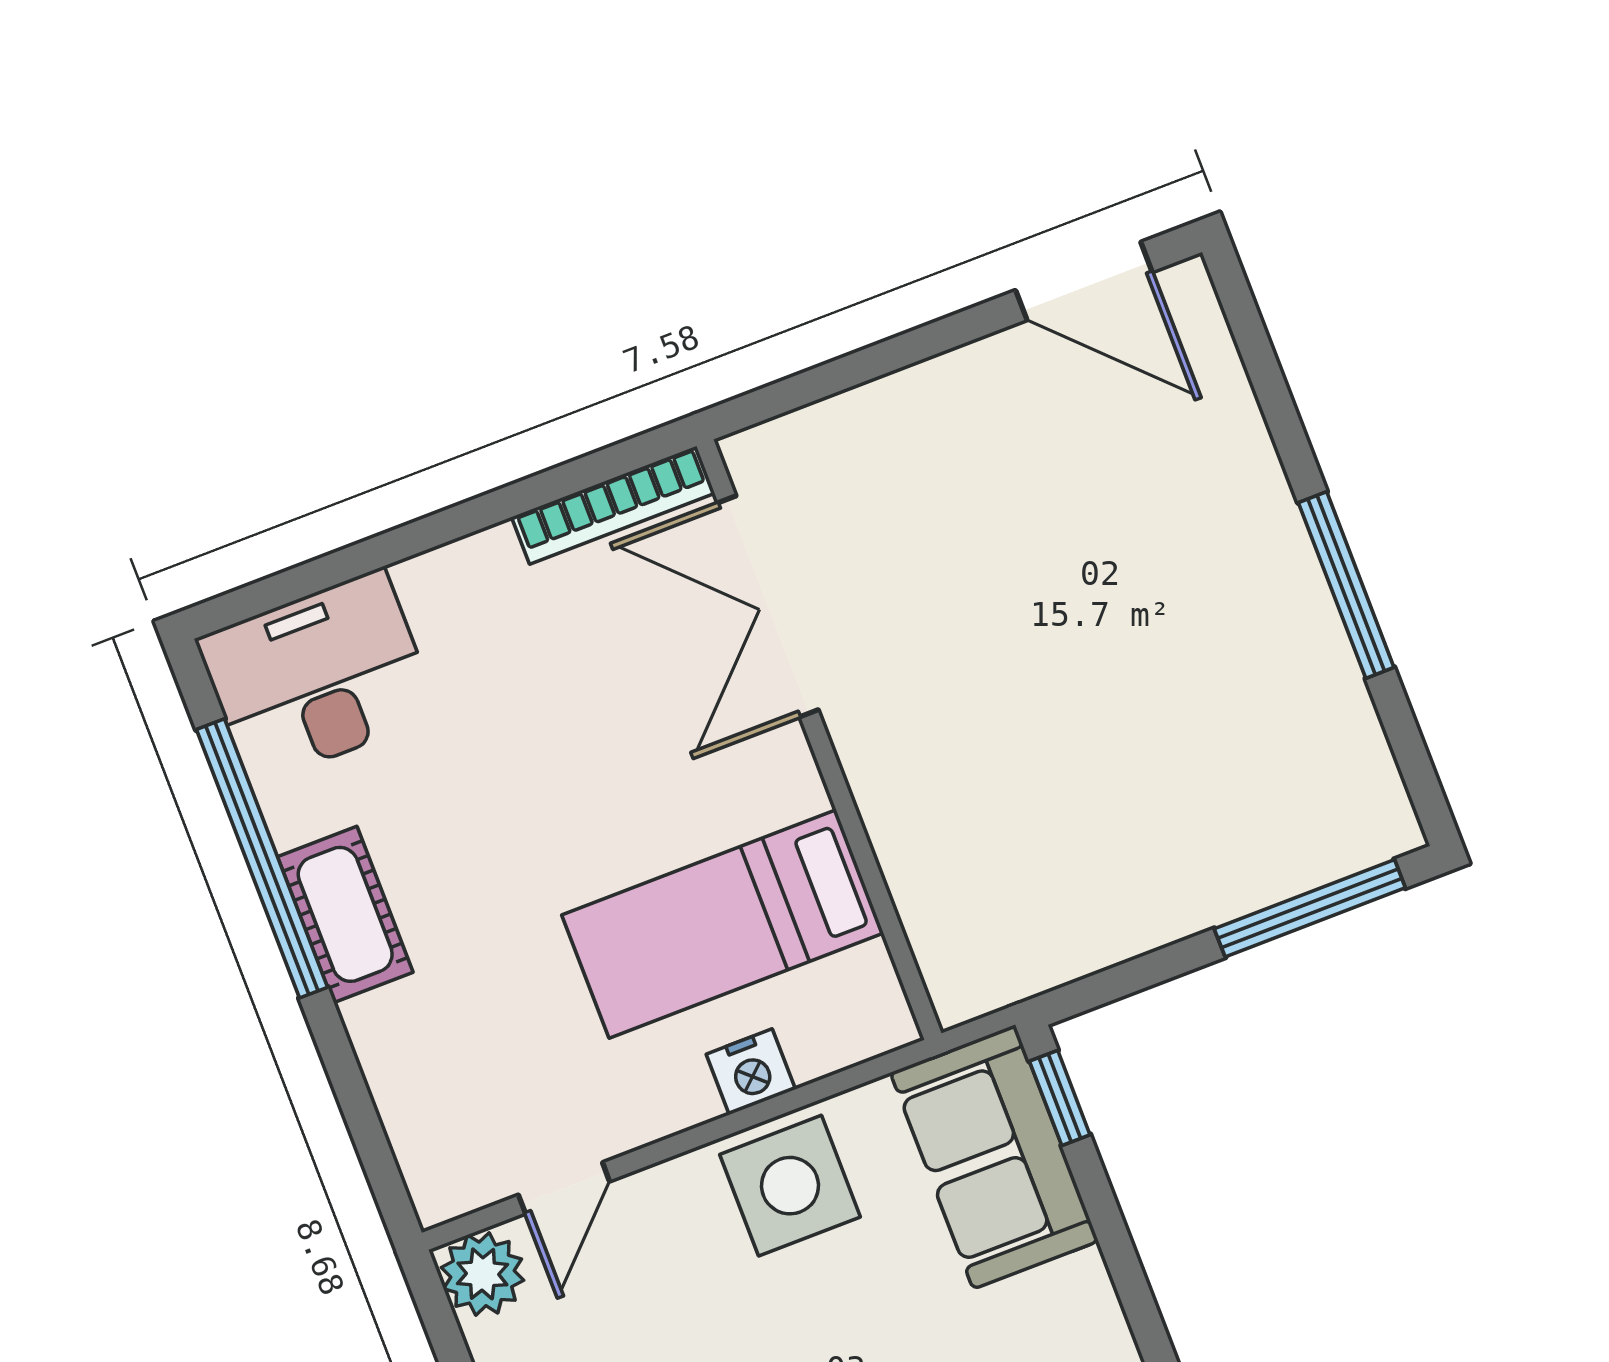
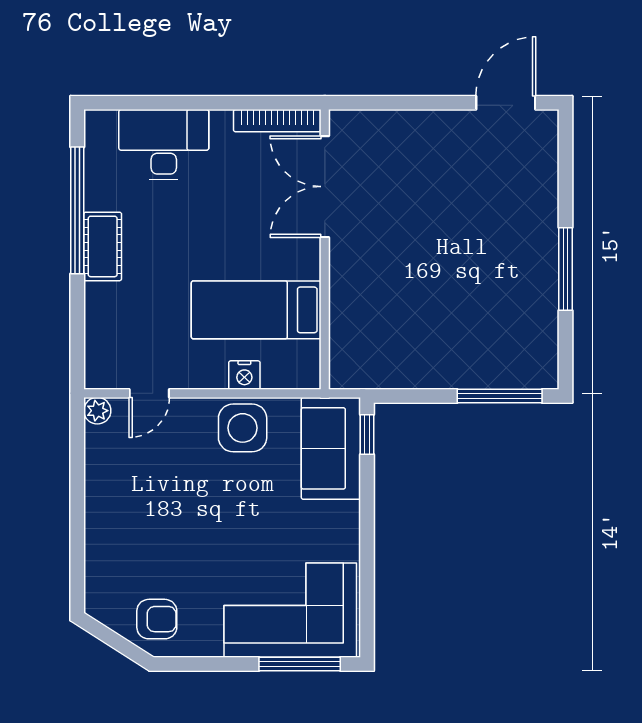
door: (1084, 281) -> (506, 103), swing flipped
desk: (318, 677) -> (164, 145), moved
plant: (482, 1274) -> (97, 411), width x0.73, depth x0.73

